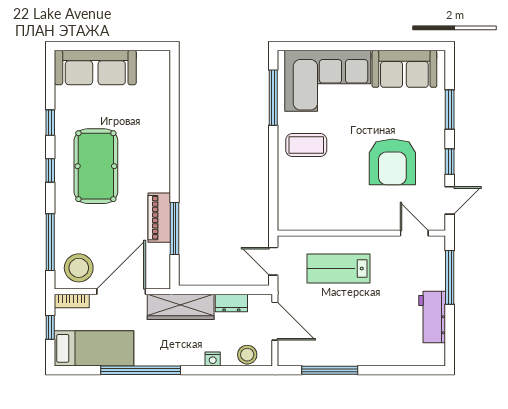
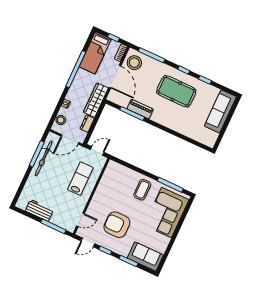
sofa: (404, 69) -> (145, 256), moved, turned 90
door: (450, 200) -> (88, 242), hinge flipped
bicycle: (333, 353) -> (44, 158), added

